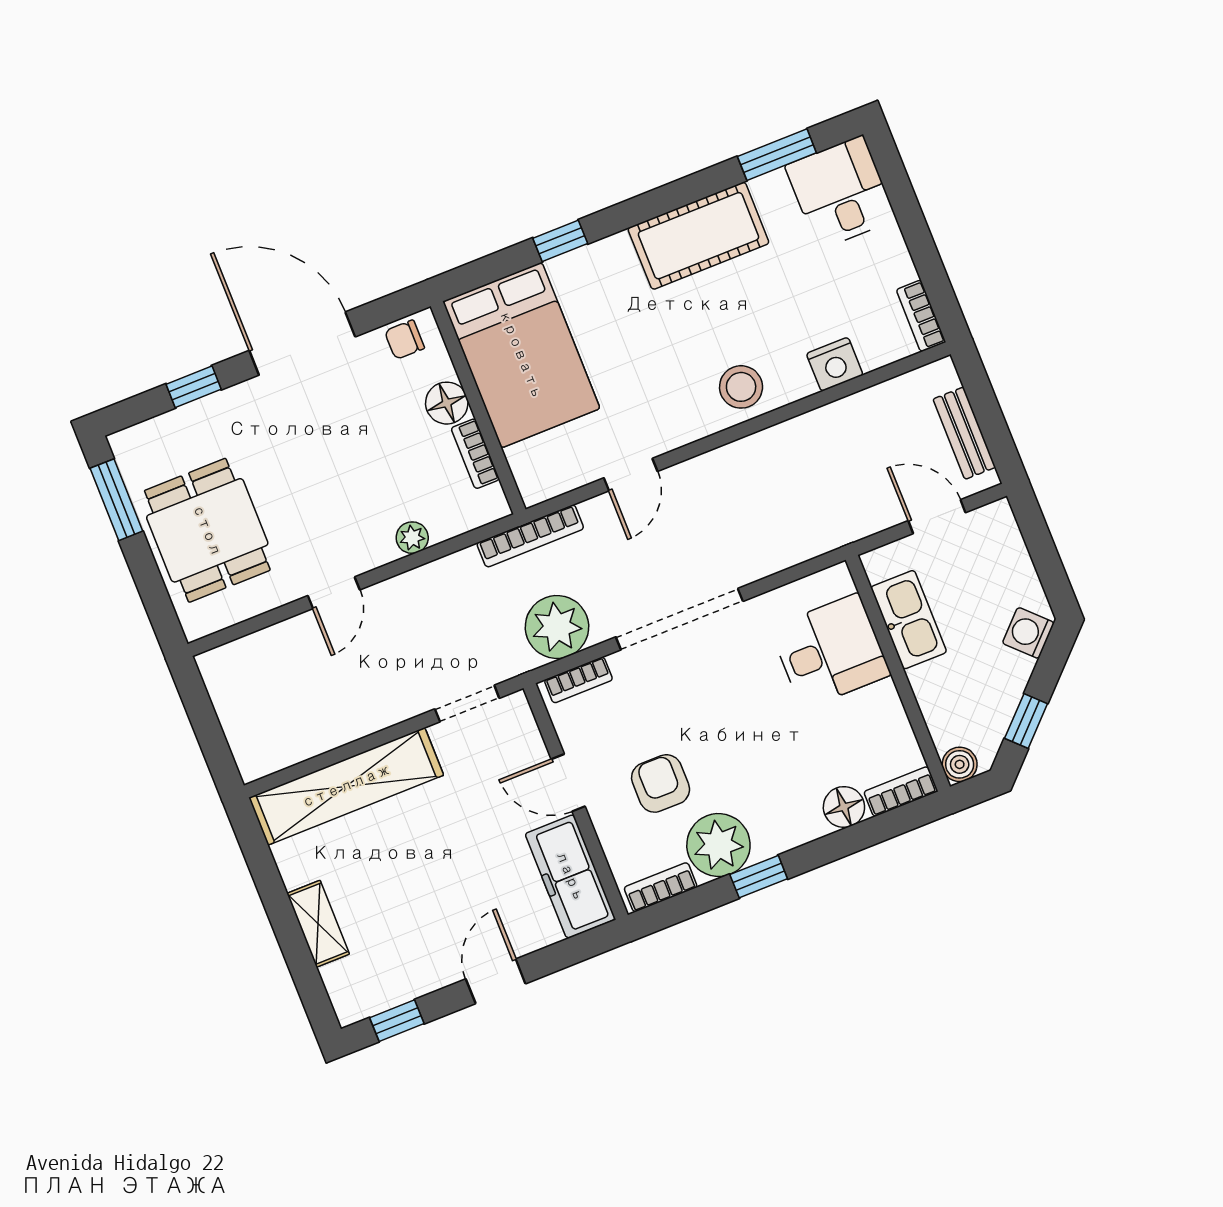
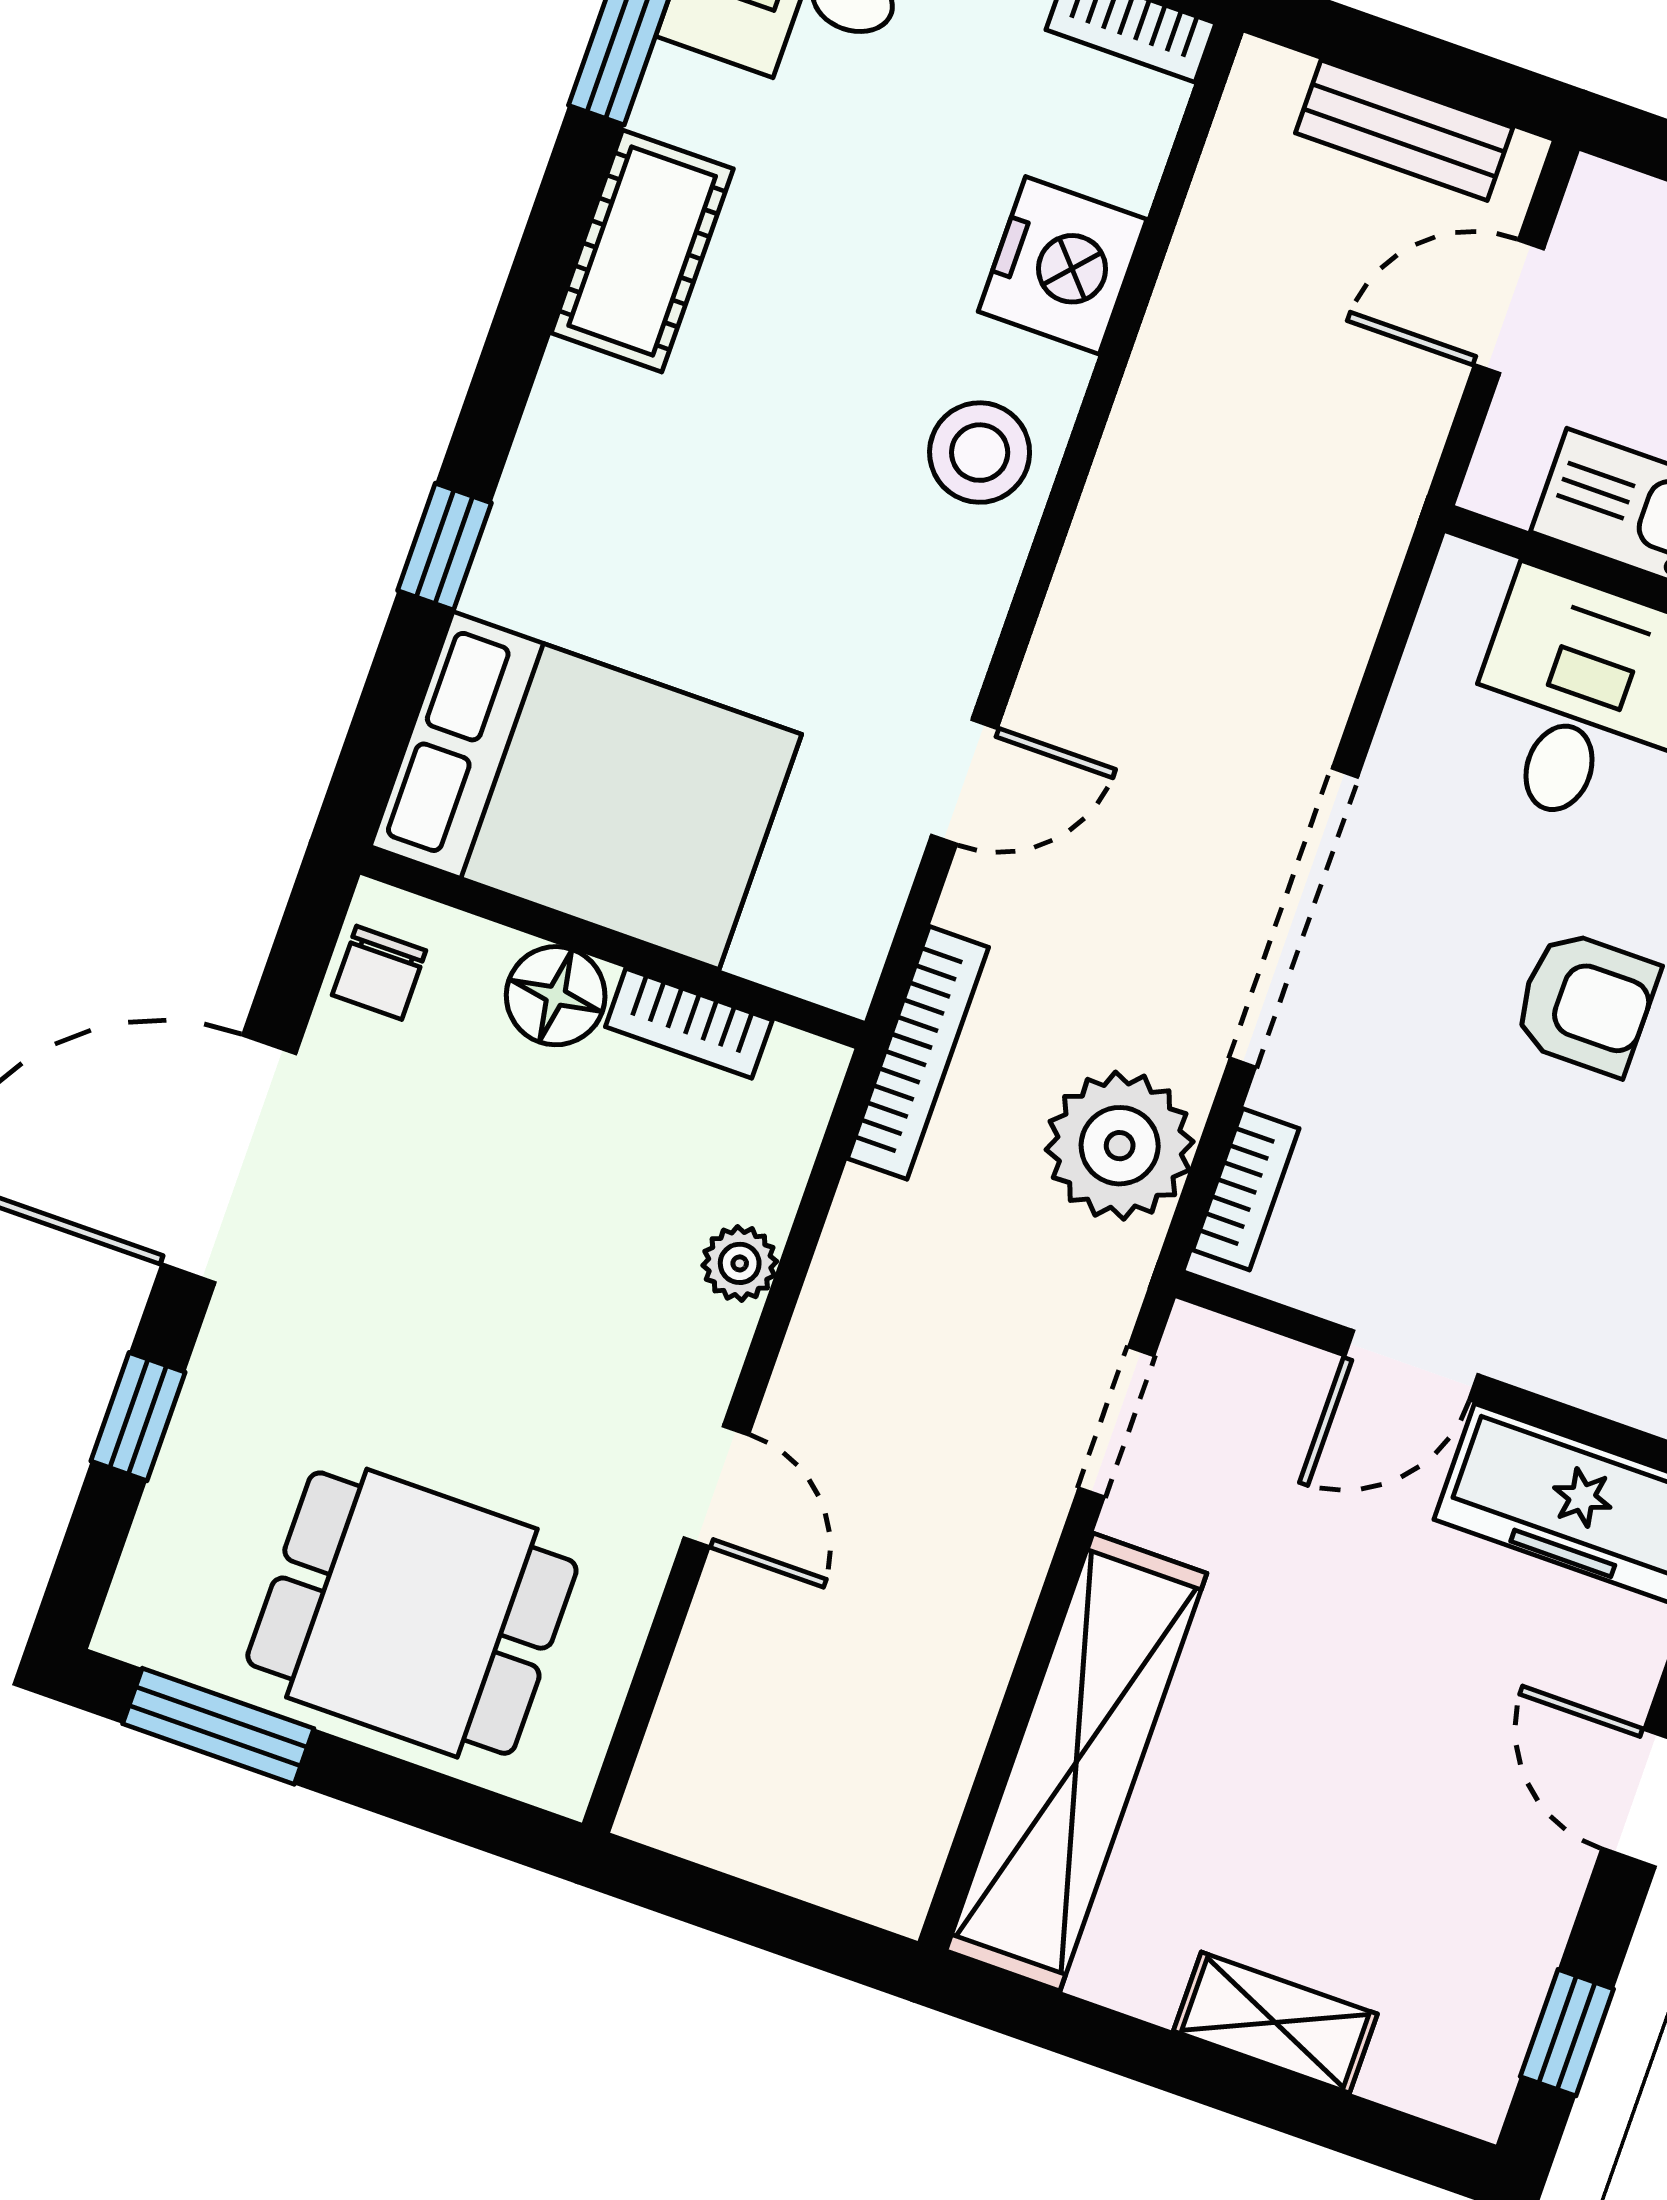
cot: (698, 236) -> (642, 251), width x0.73, depth x0.75
nightstand: (835, 364) -> (1062, 265), width x1.36, depth x1.33
door: (631, 475) -> (964, 782), hinge flipped
armchair: (661, 783) -> (1586, 1003), moved, turned 180

